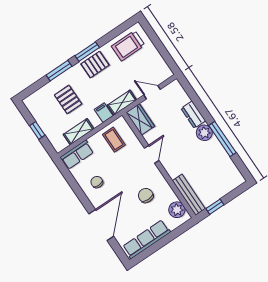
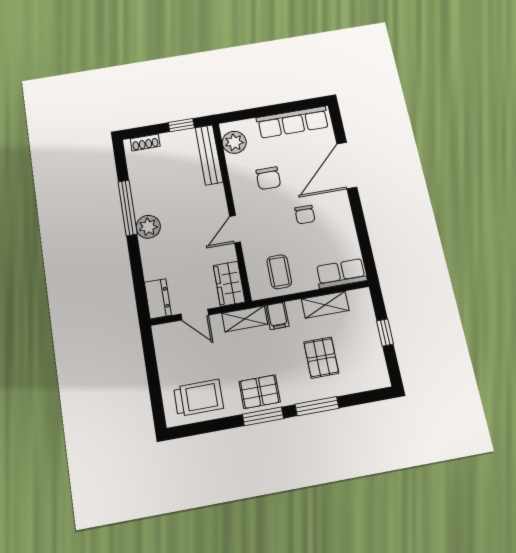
dresser: (193, 115) -> (158, 299), moved
chair: (97, 182) -> (305, 215), moved
shoe rack: (232, 185) -> (145, 142), added

